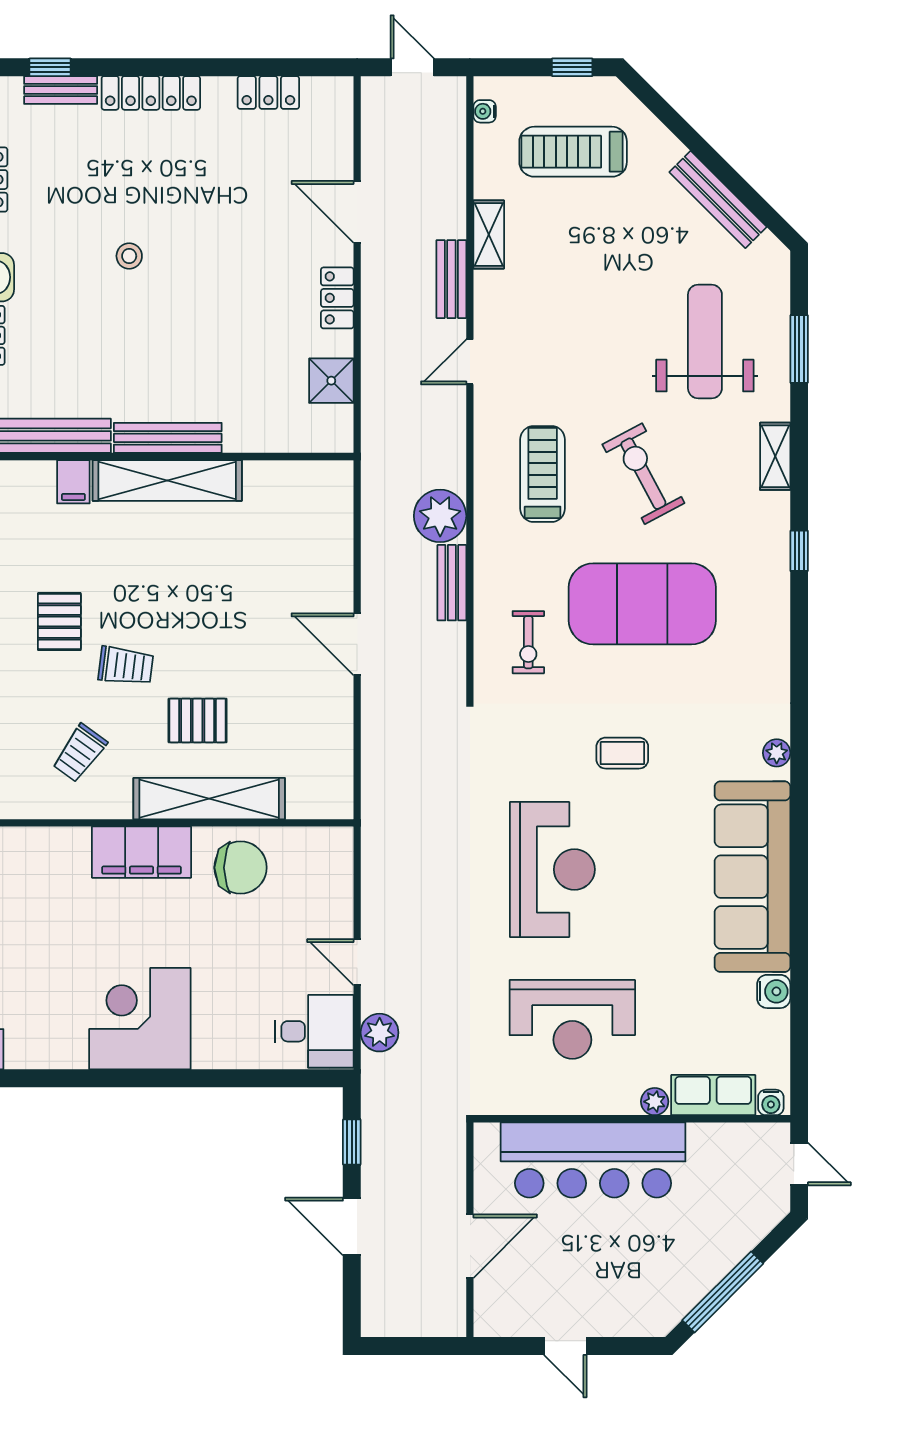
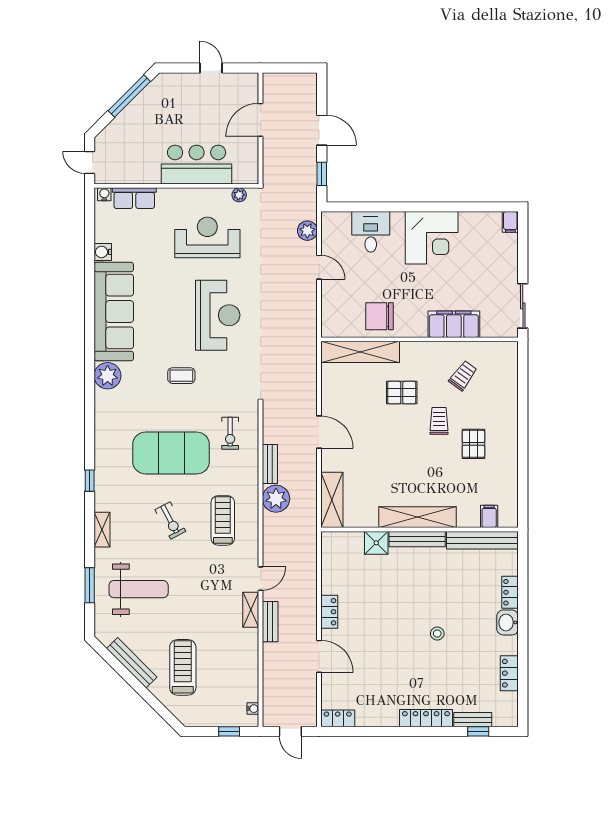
window: (572, 67) -> (229, 731), moved
locker: (268, 93) -> (338, 718), moved
treadmill: (573, 152) -> (183, 667), moved, turned -90
shelving: (489, 235) -> (251, 610), moved
weight bench: (705, 341) -> (139, 589), turned -90
shower: (331, 381) -> (376, 543), moved
treadmill: (543, 474) -> (223, 520), turned 180
exercise bike: (643, 474) -> (170, 521), width x0.73, depth x0.72
filing cabinet: (73, 482) -> (489, 516), moved
shelving: (332, 513) -> (332, 500), added
exercise bike: (528, 642) -> (230, 433), turned 180
trolley: (126, 666) -> (439, 421), turned 83
plant: (777, 753) -> (108, 376), width x1.88, depth x1.88
shelving: (209, 799) -> (360, 352), moved
filing cabinet: (142, 852) -> (454, 324), moved
reception desk: (552, 869) -> (218, 315), turned 180
desk: (314, 1031) -> (371, 232), moved, turned 90
plant: (655, 1102) -> (239, 195), moved
bar counter: (593, 1160) -> (197, 165), width x0.73

